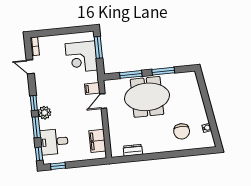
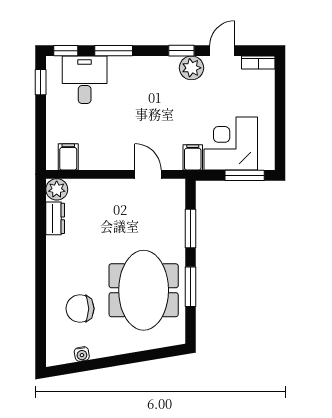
filing cabinet: (92, 88) -> (193, 157), moved
meeting table: (147, 97) -> (144, 290), moved
window: (34, 103) -> (181, 51), moved
plant: (45, 113) -> (191, 68), moved
filing cabinet: (97, 141) -> (68, 157), width x0.50
plant: (117, 151) -> (57, 189), added

